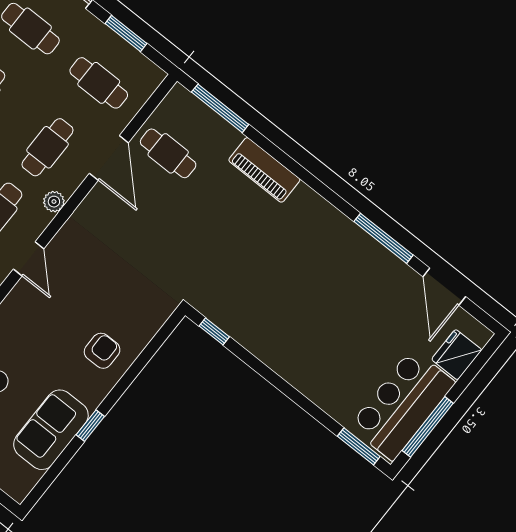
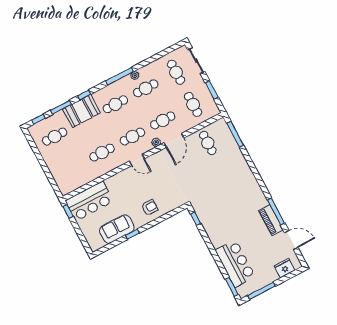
door: (109, 158) -> (174, 140), moved
piano: (264, 170) -> (271, 220), moved
door: (29, 259) -> (137, 160), hinge flipped
door: (444, 287) -> (291, 240), swing flipped
bar counter: (402, 405) -> (235, 263), moved, turned 90

